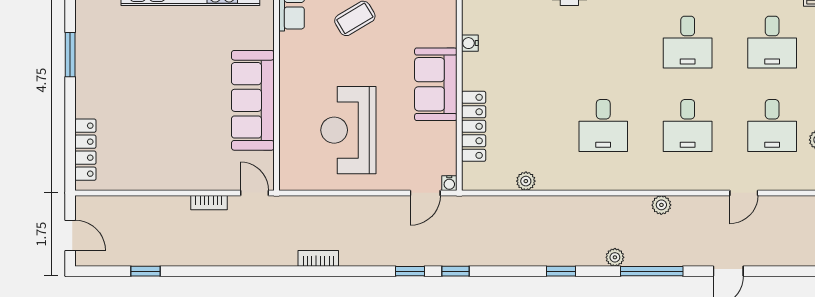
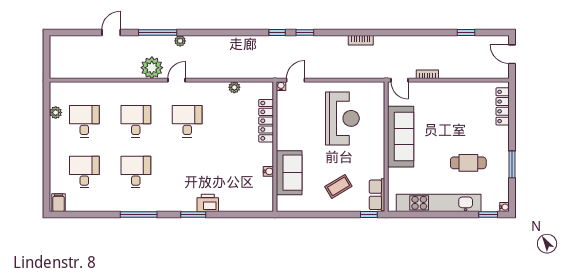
cafe table: (142, 57) -> (468, 163), added
sofa: (436, 84) -> (289, 173), moved
door: (744, 193) -> (177, 80), moved
plant: (661, 205) -> (152, 68), width x1.88, depth x1.88
window: (561, 271) -> (213, 32), removed

